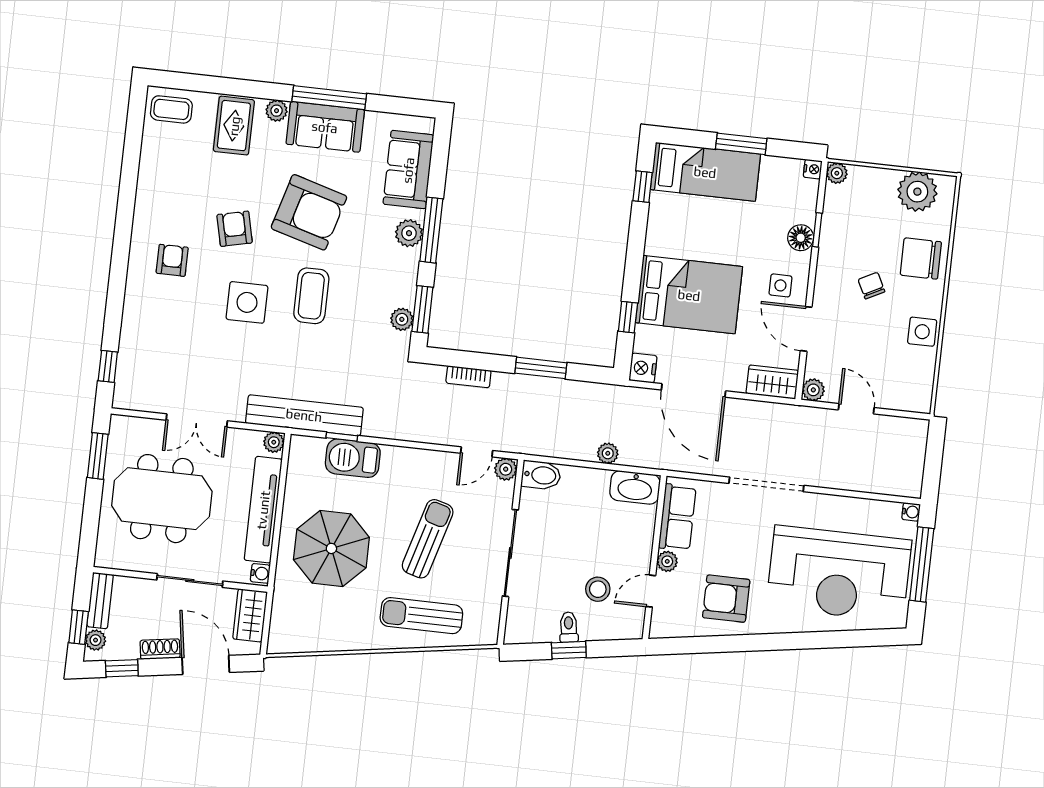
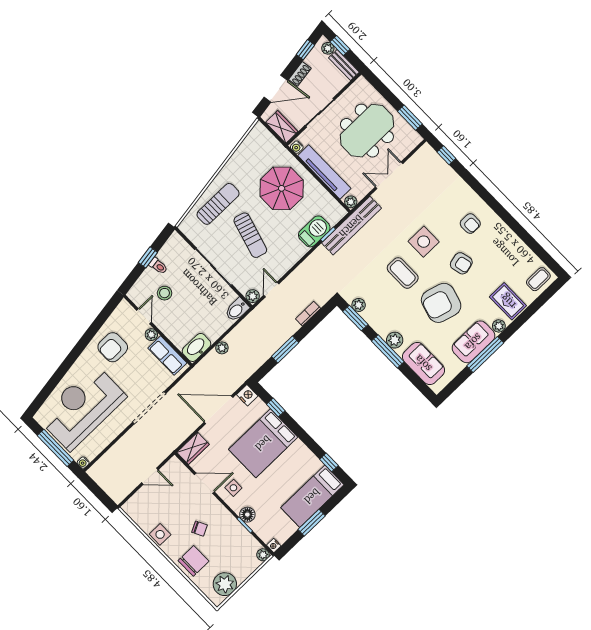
plant: (813, 390) -> (174, 464), removed
armchair: (726, 599) -> (113, 347), turned 180

